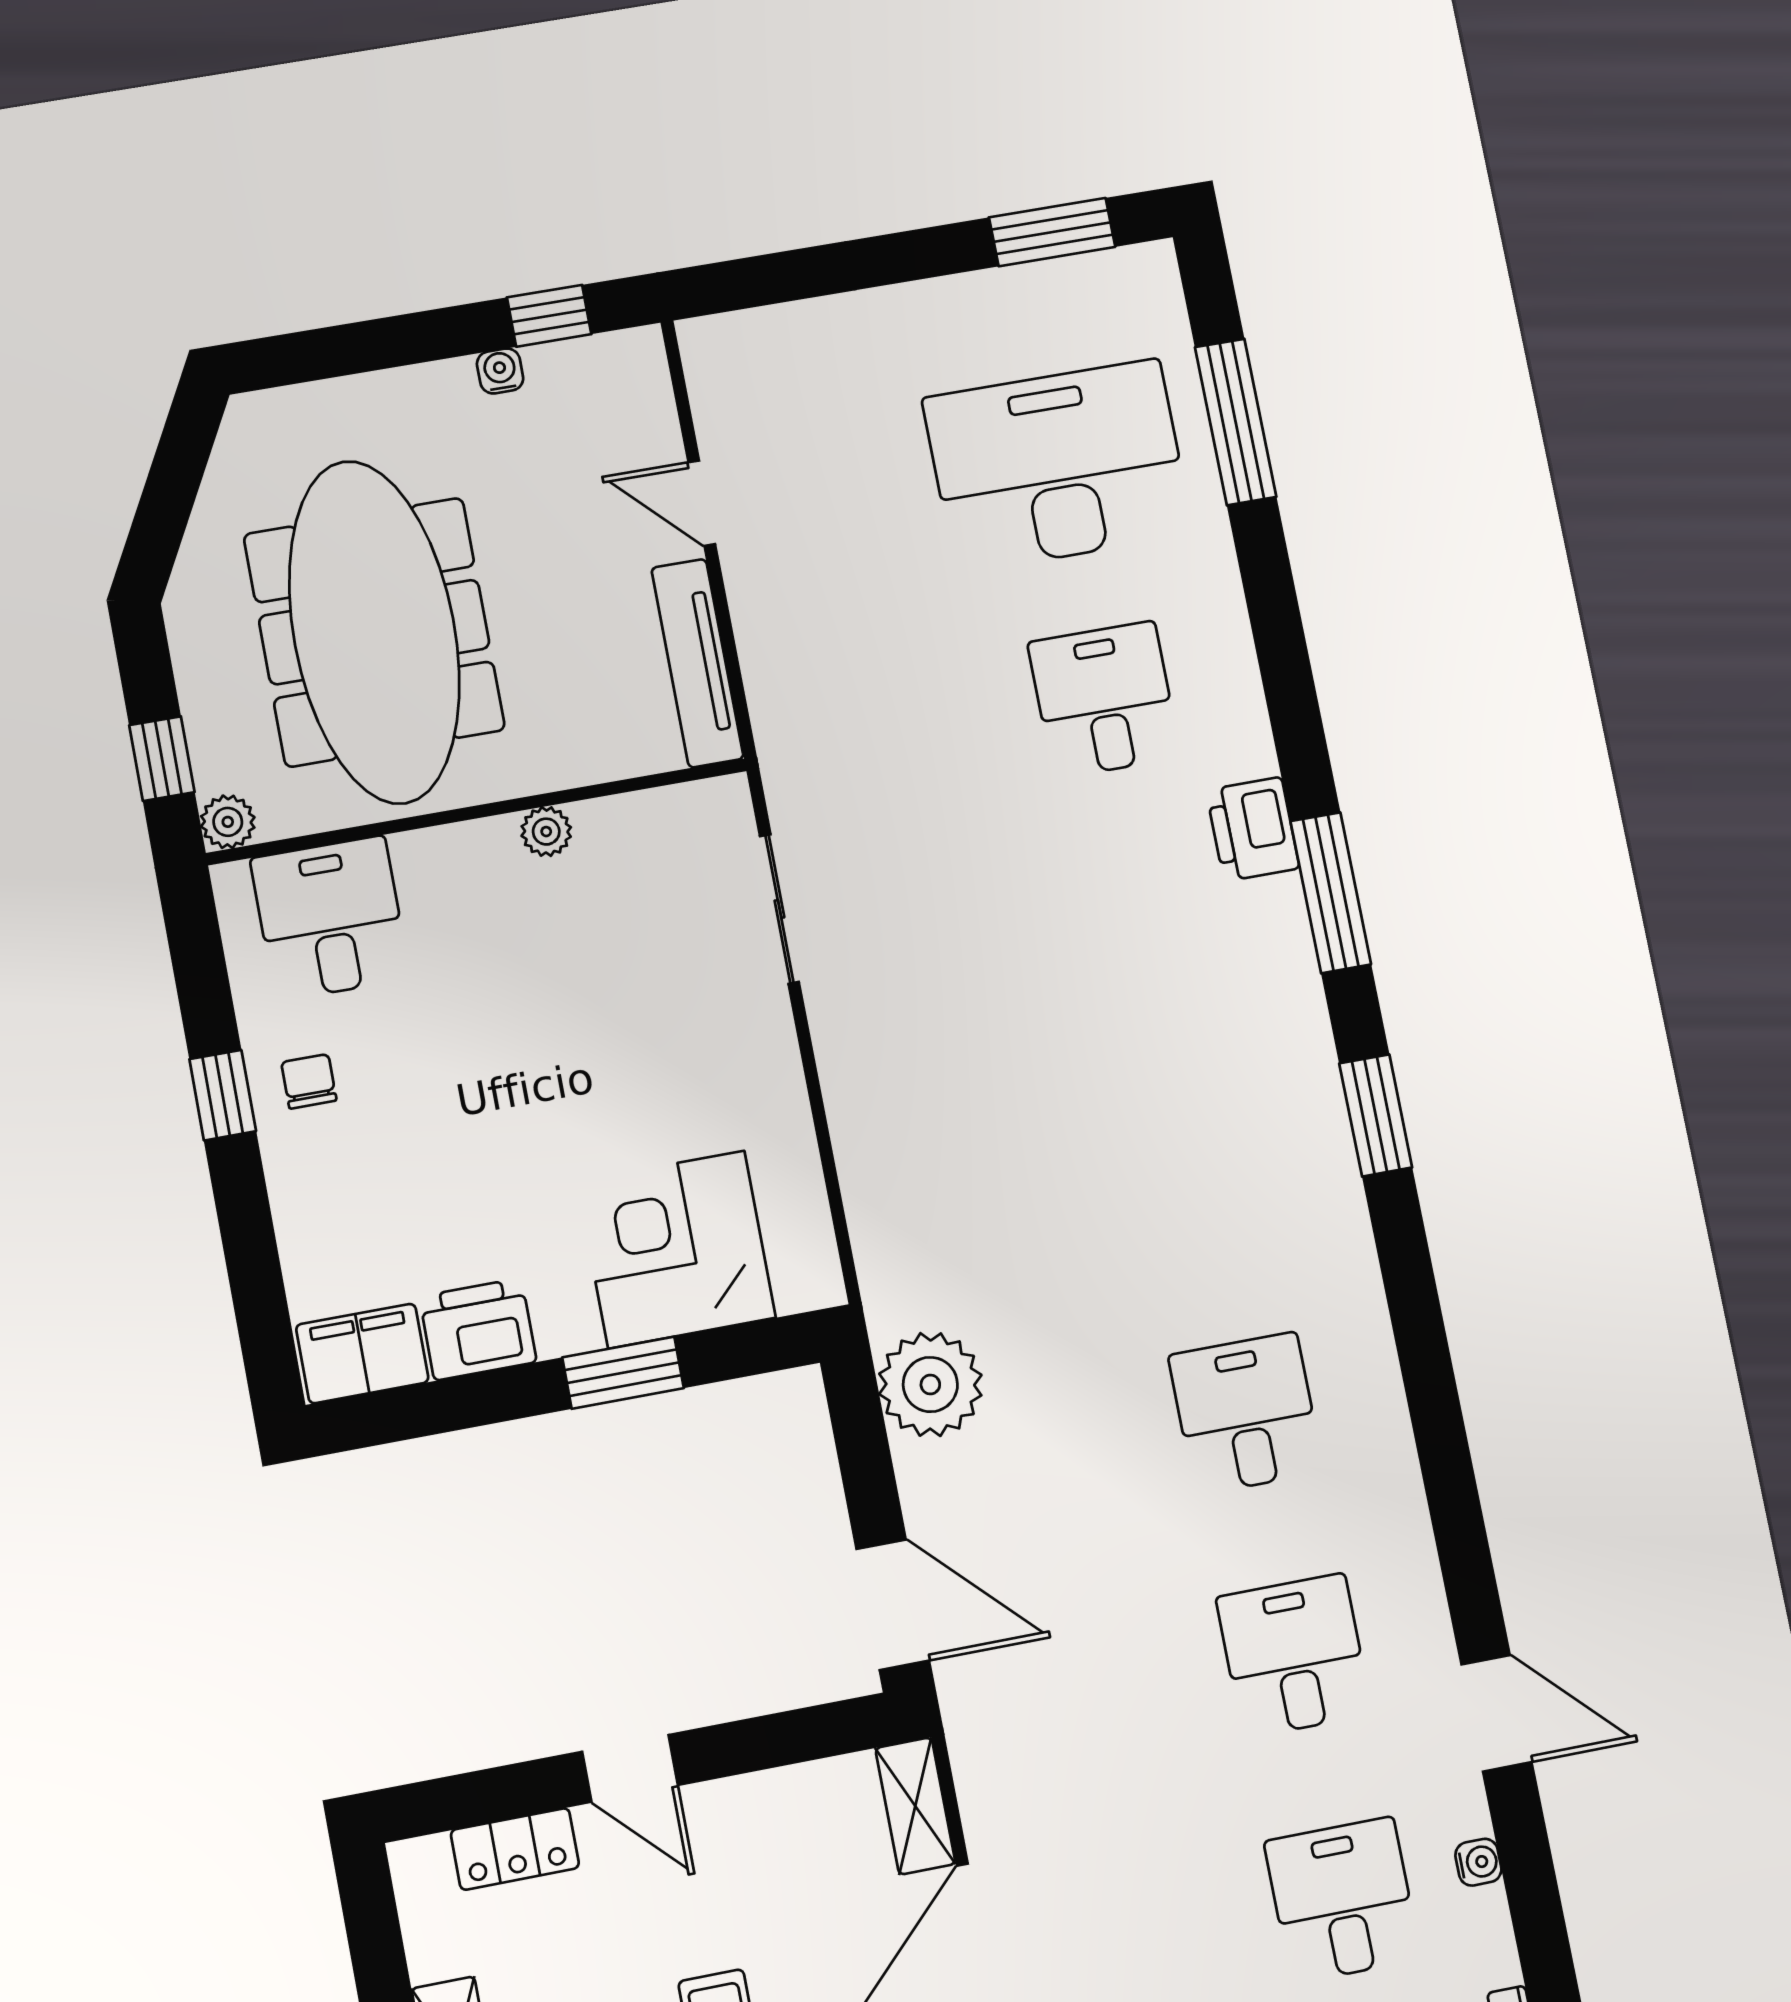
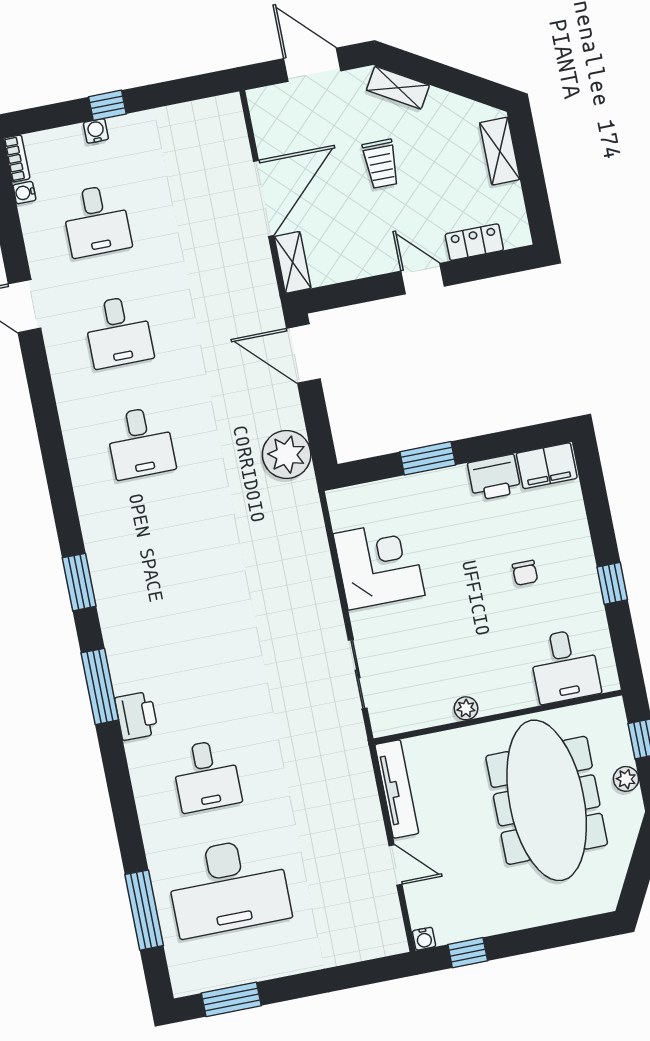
water cooler: (500, 371) -> (424, 939), moved
plant: (228, 822) -> (626, 779), moved
chair: (309, 1081) -> (525, 573), moved
corner desk: (676, 1249) -> (379, 564), moved, turned -90
water cooler: (1478, 1862) -> (24, 193), moved

